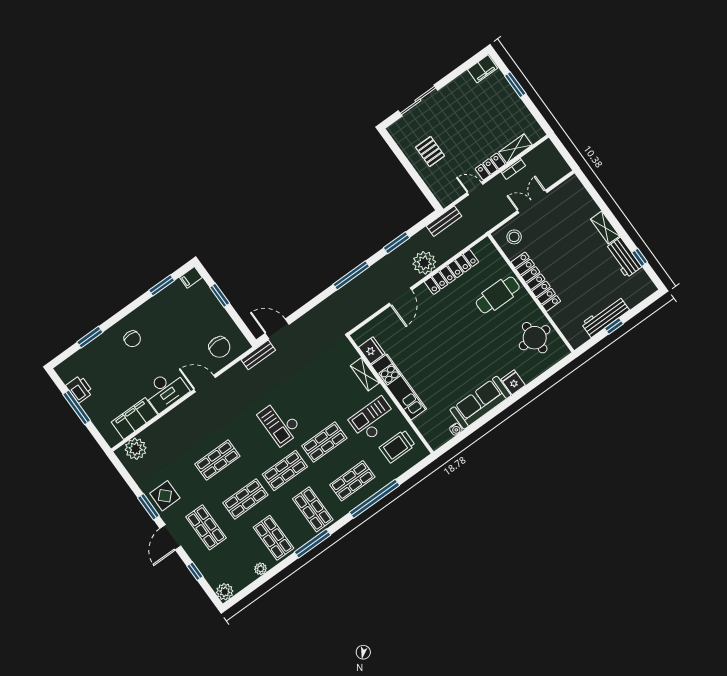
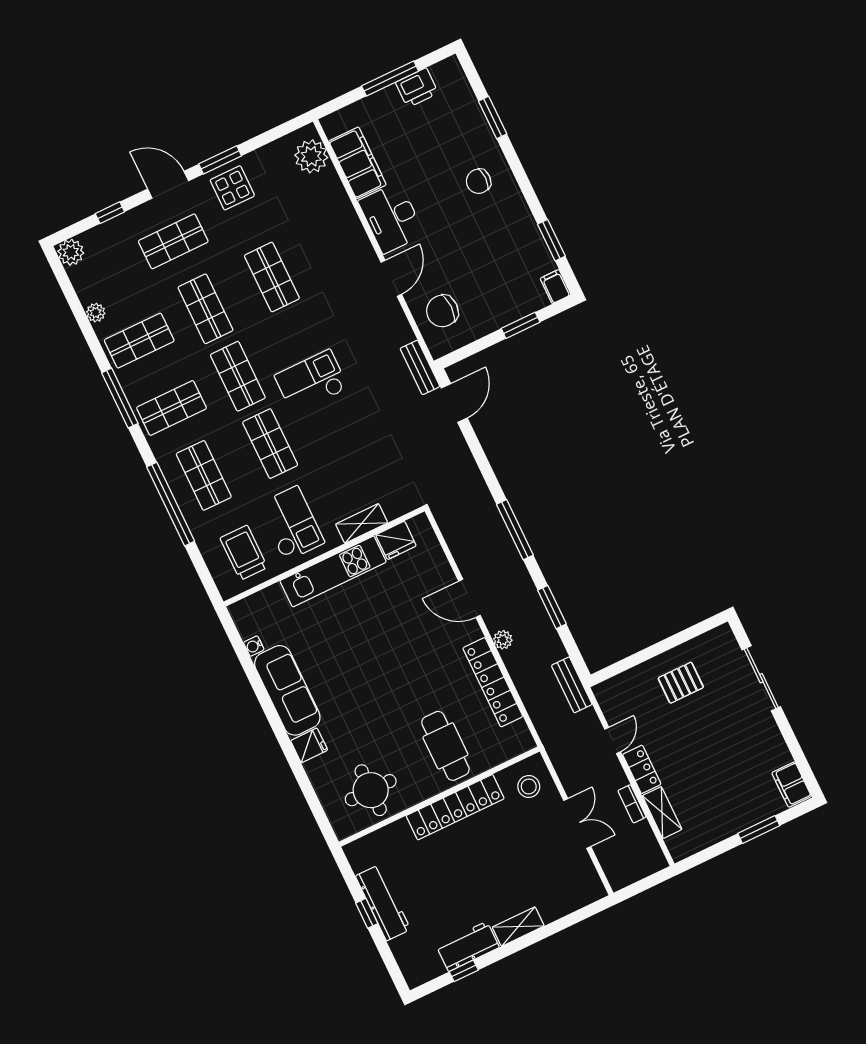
plant: (424, 263) -> (503, 640), width x0.53, depth x0.53

